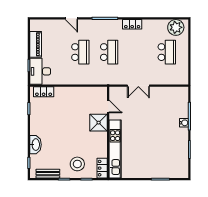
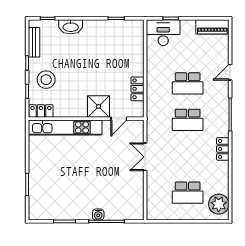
piano: (36, 44) -> (212, 27), moved
locker: (44, 92) -> (137, 89), moved

